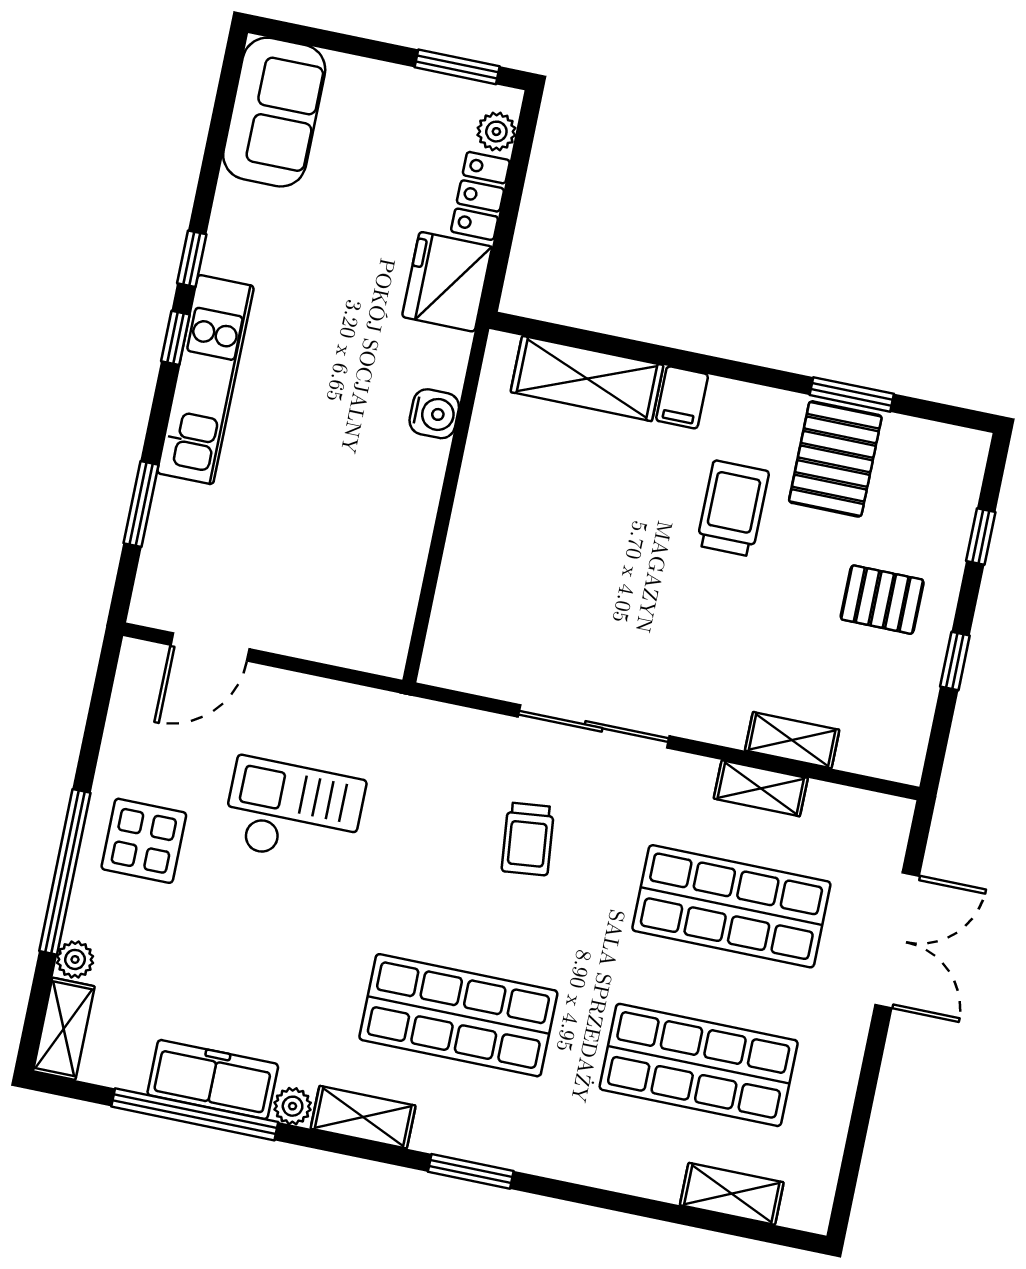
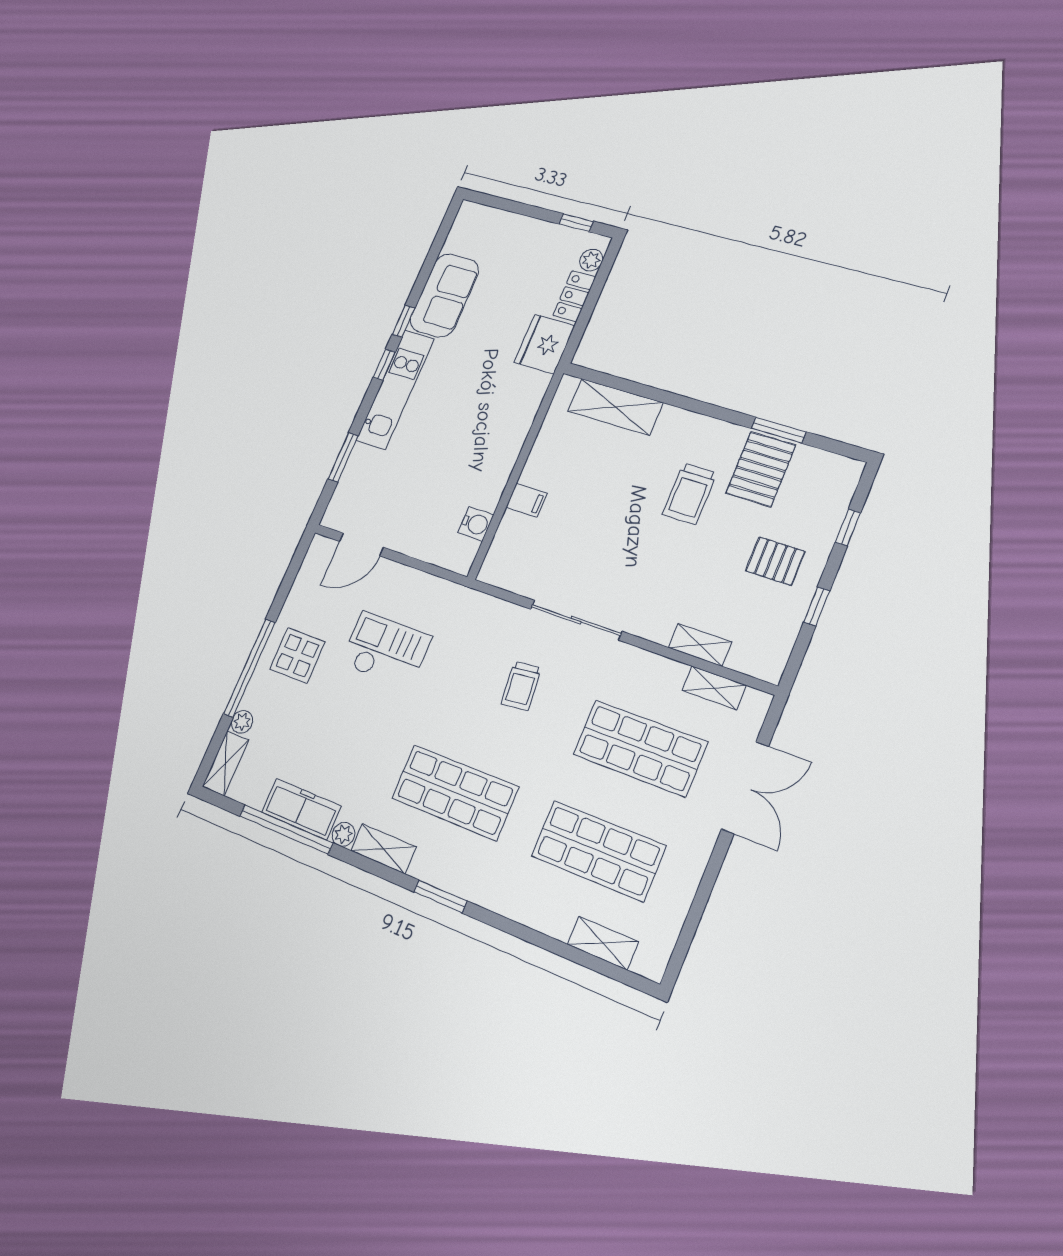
window: (457, 67) -> (576, 223), width x0.67
sofa: (274, 112) -> (444, 295), moved
filing cabinet: (682, 397) -> (527, 500), moved, turned -90
water cooler: (434, 414) -> (476, 524), moved
trolley: (733, 508) -> (690, 494), turned 180
shelving: (761, 788) -> (714, 688), moved

